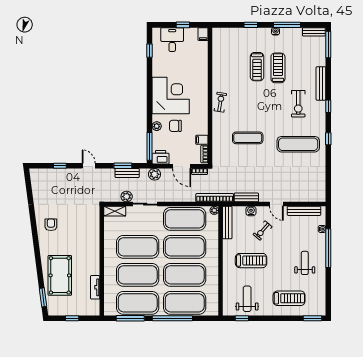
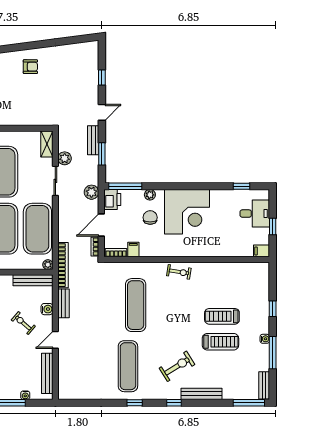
exercise bike: (298, 104) -> (177, 366), turned 148
exercise mat: (248, 138) -> (136, 305), width x1.36, depth x1.45
bench: (127, 173) -> (93, 140), moved

